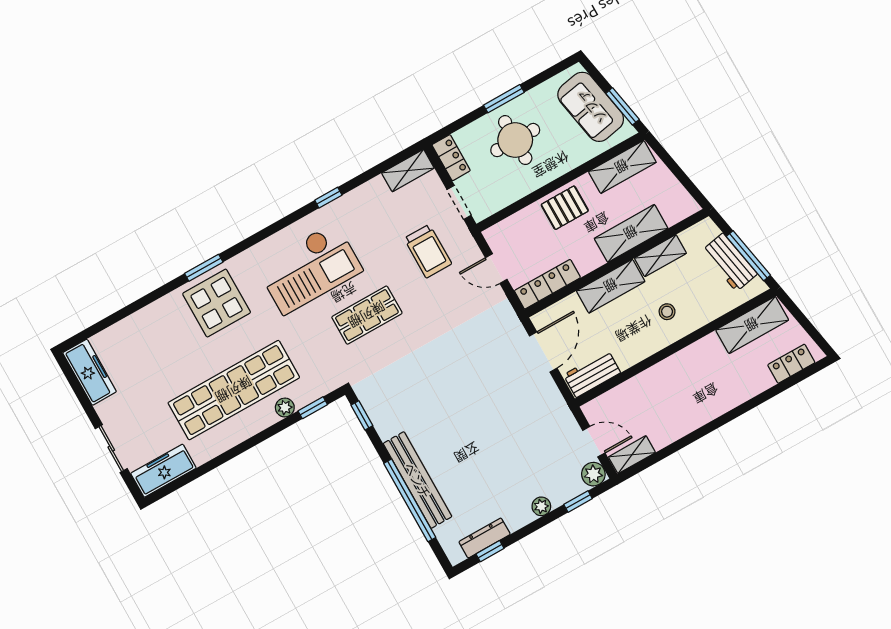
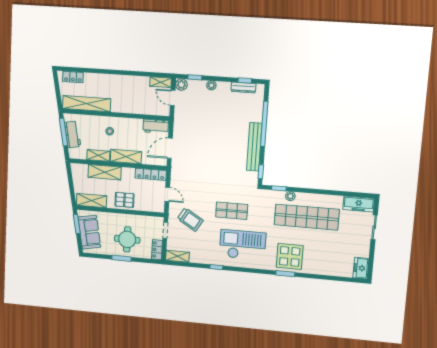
trolley: (428, 251) -> (190, 220), turned 121
shelving: (752, 325) -> (87, 104), width x1.47
freezer: (90, 372) -> (361, 268), width x0.71
bench: (418, 480) -> (254, 147), moved

